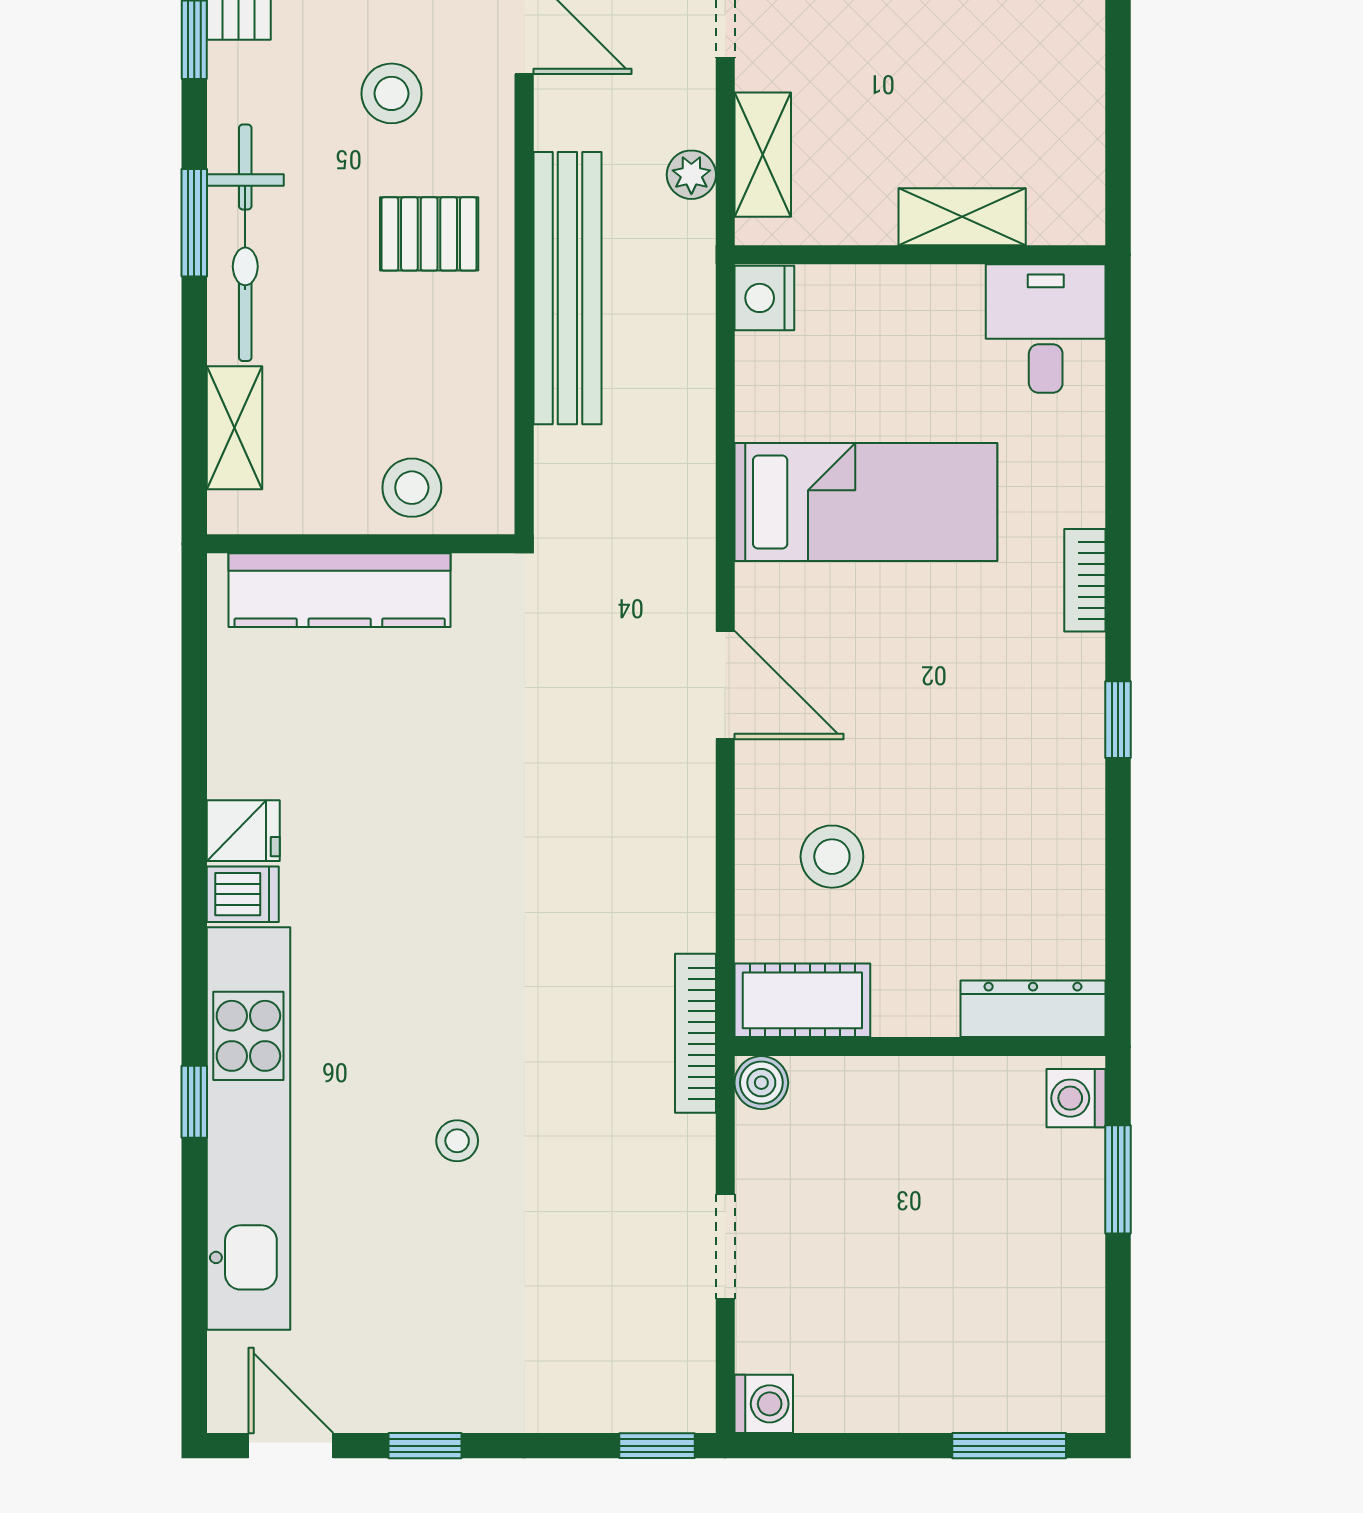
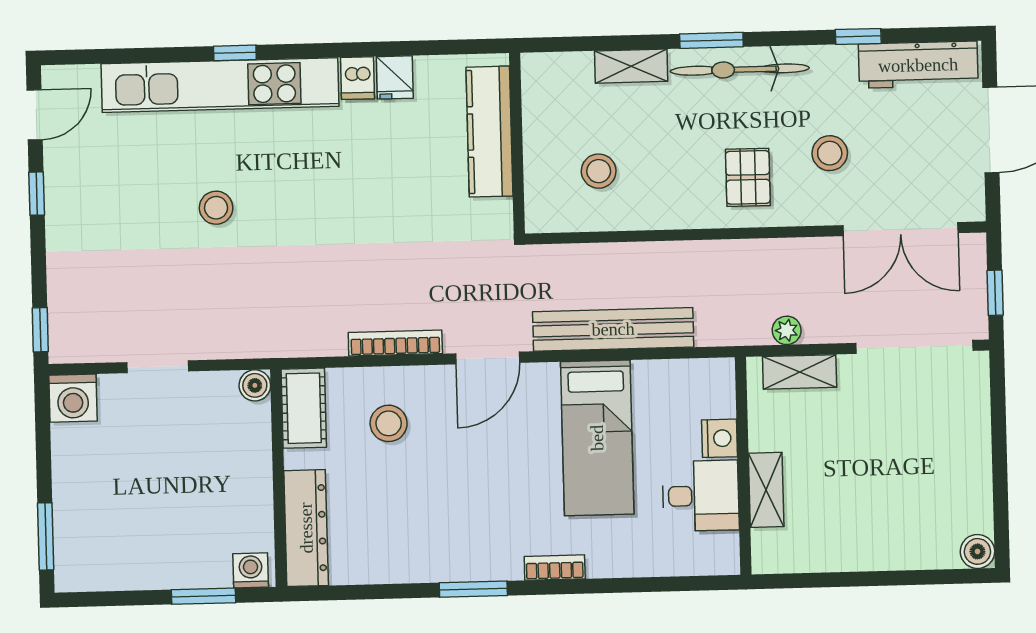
window: (194, 223) -> (711, 40), moved
bench: (567, 288) -> (613, 329), moved
nightstand: (764, 298) -> (719, 438), moved, turned 90
desk: (1046, 329) -> (701, 496), moved
wall: (361, 544) -> (517, 143), moved
kitchen counter: (340, 590) -> (489, 132), moved
window: (1118, 720) -> (473, 589), width x1.50
dresser: (1033, 1009) -> (306, 528), width x1.37, depth x1.24
bookcase: (695, 1033) -> (395, 343), moved
stool: (457, 1141) -> (216, 208), width x1.37, depth x1.37
washing machine: (764, 1404) -> (73, 398), width x1.38, depth x1.38

